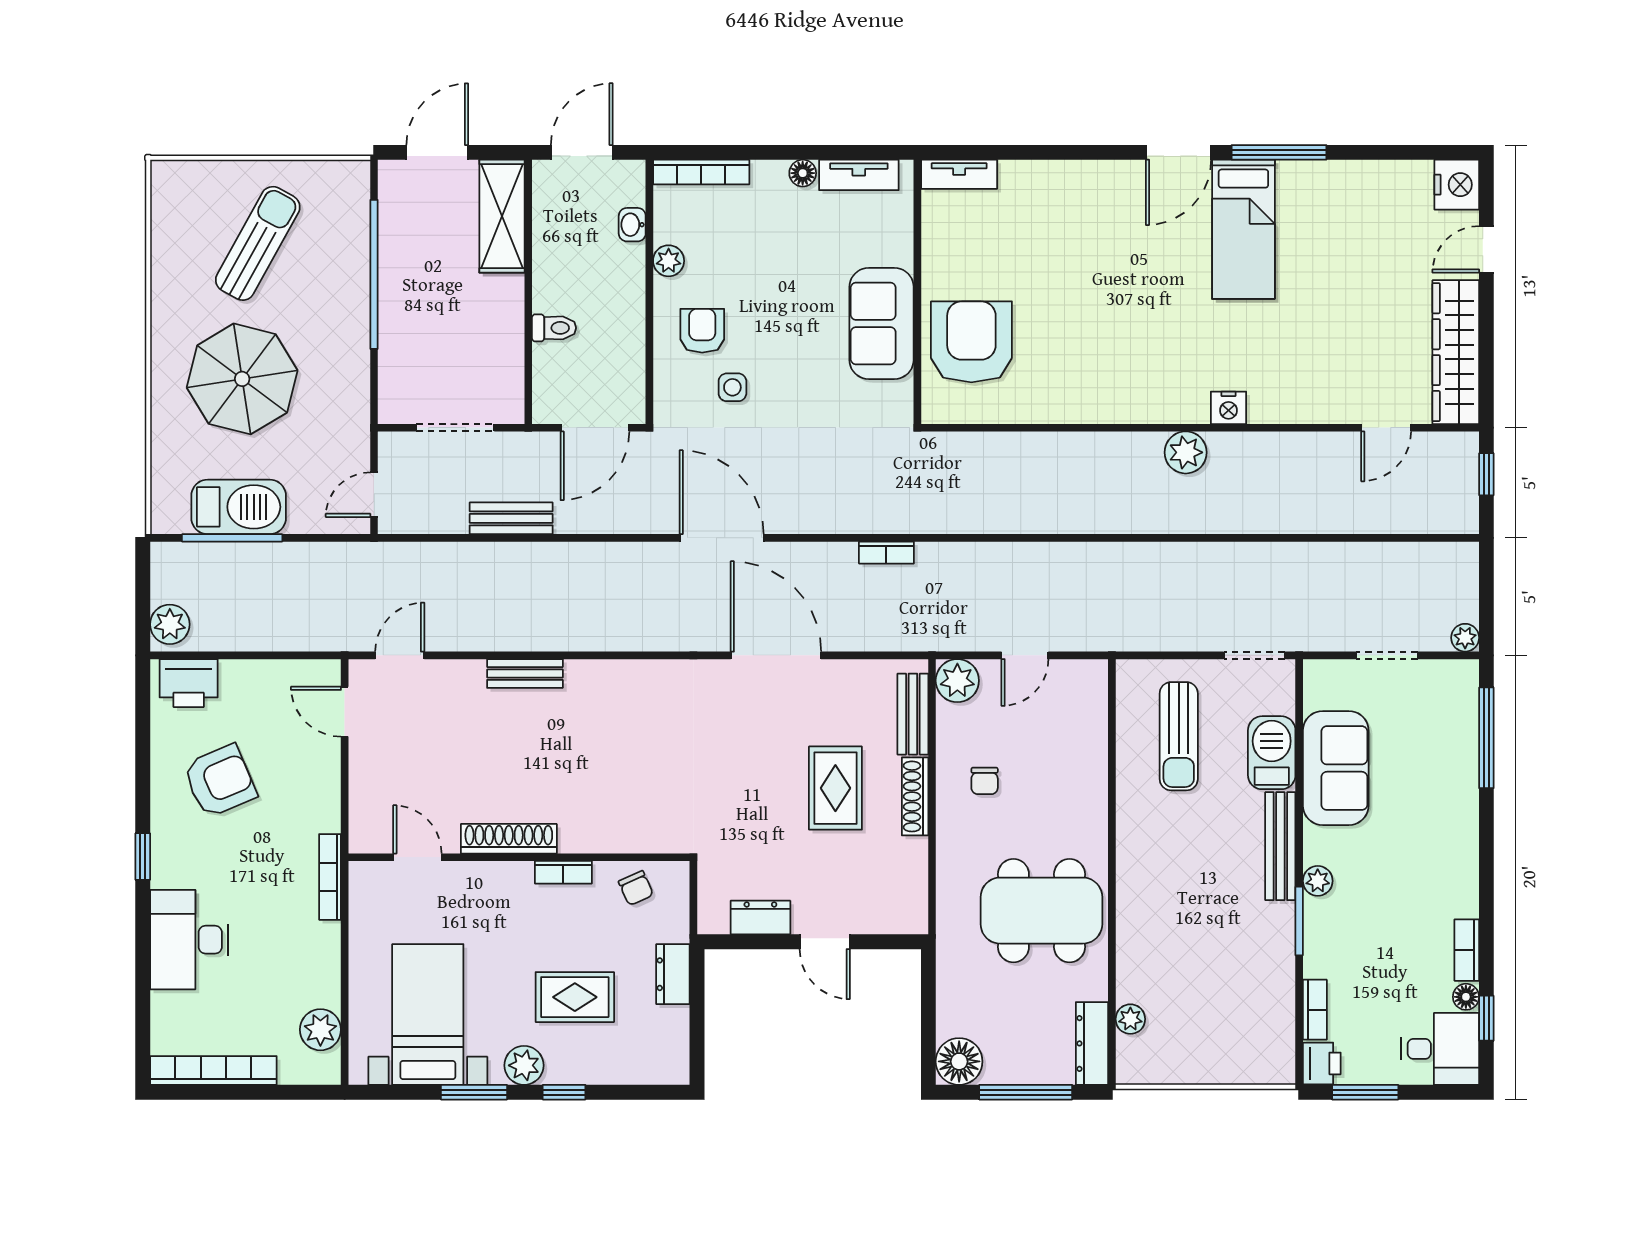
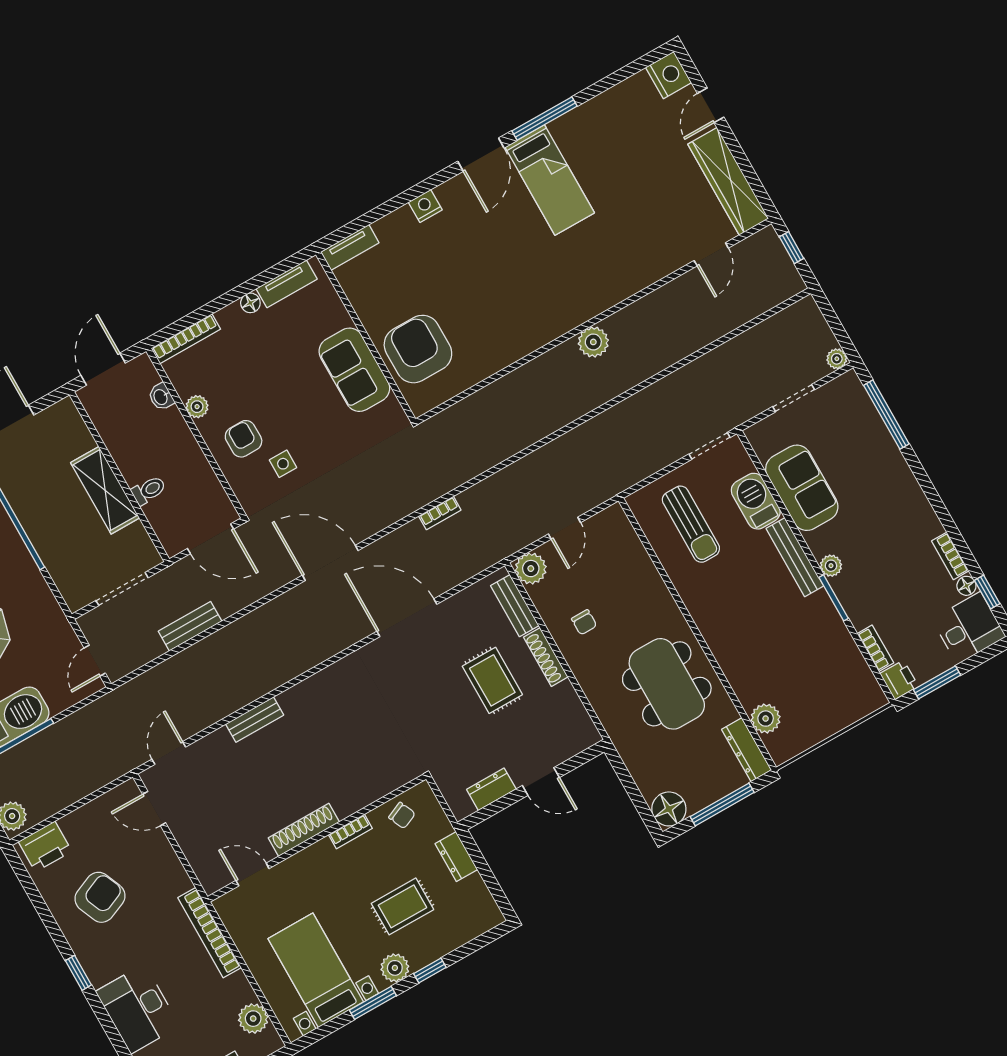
shelving: (502, 216) -> (105, 490), moved
nightstand: (1228, 408) -> (425, 206), moved, turned 180
door: (595, 428) -> (210, 539), hinge flipped
bookcase: (330, 877) -> (210, 933), width x1.48, depth x1.31
dining table: (1041, 911) -> (667, 684), turned 90
plant: (1130, 1019) -> (766, 719), width x1.38, depth x1.38

